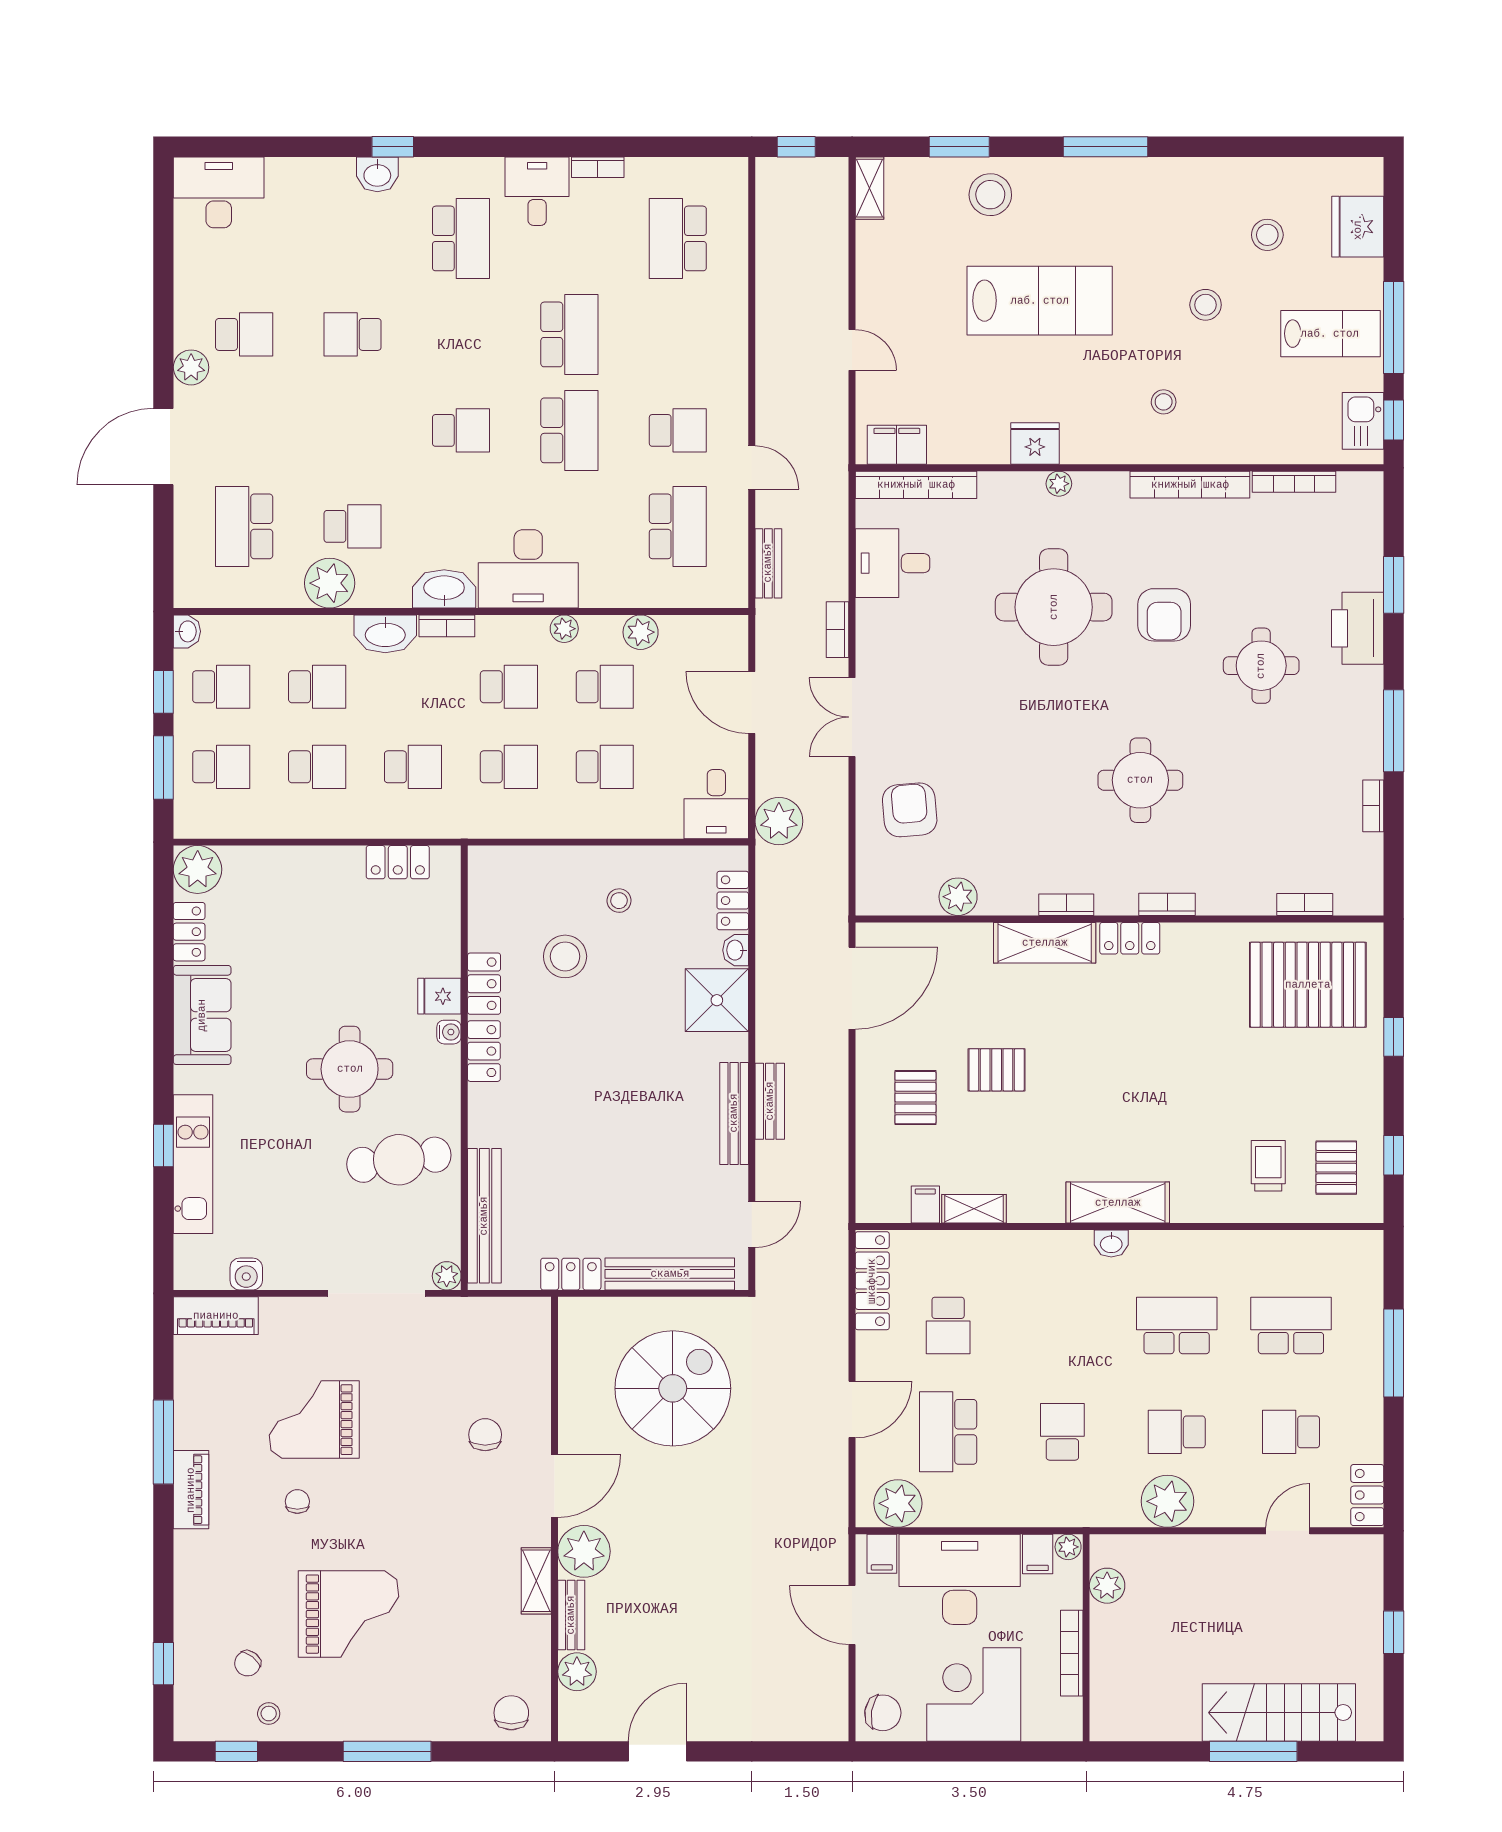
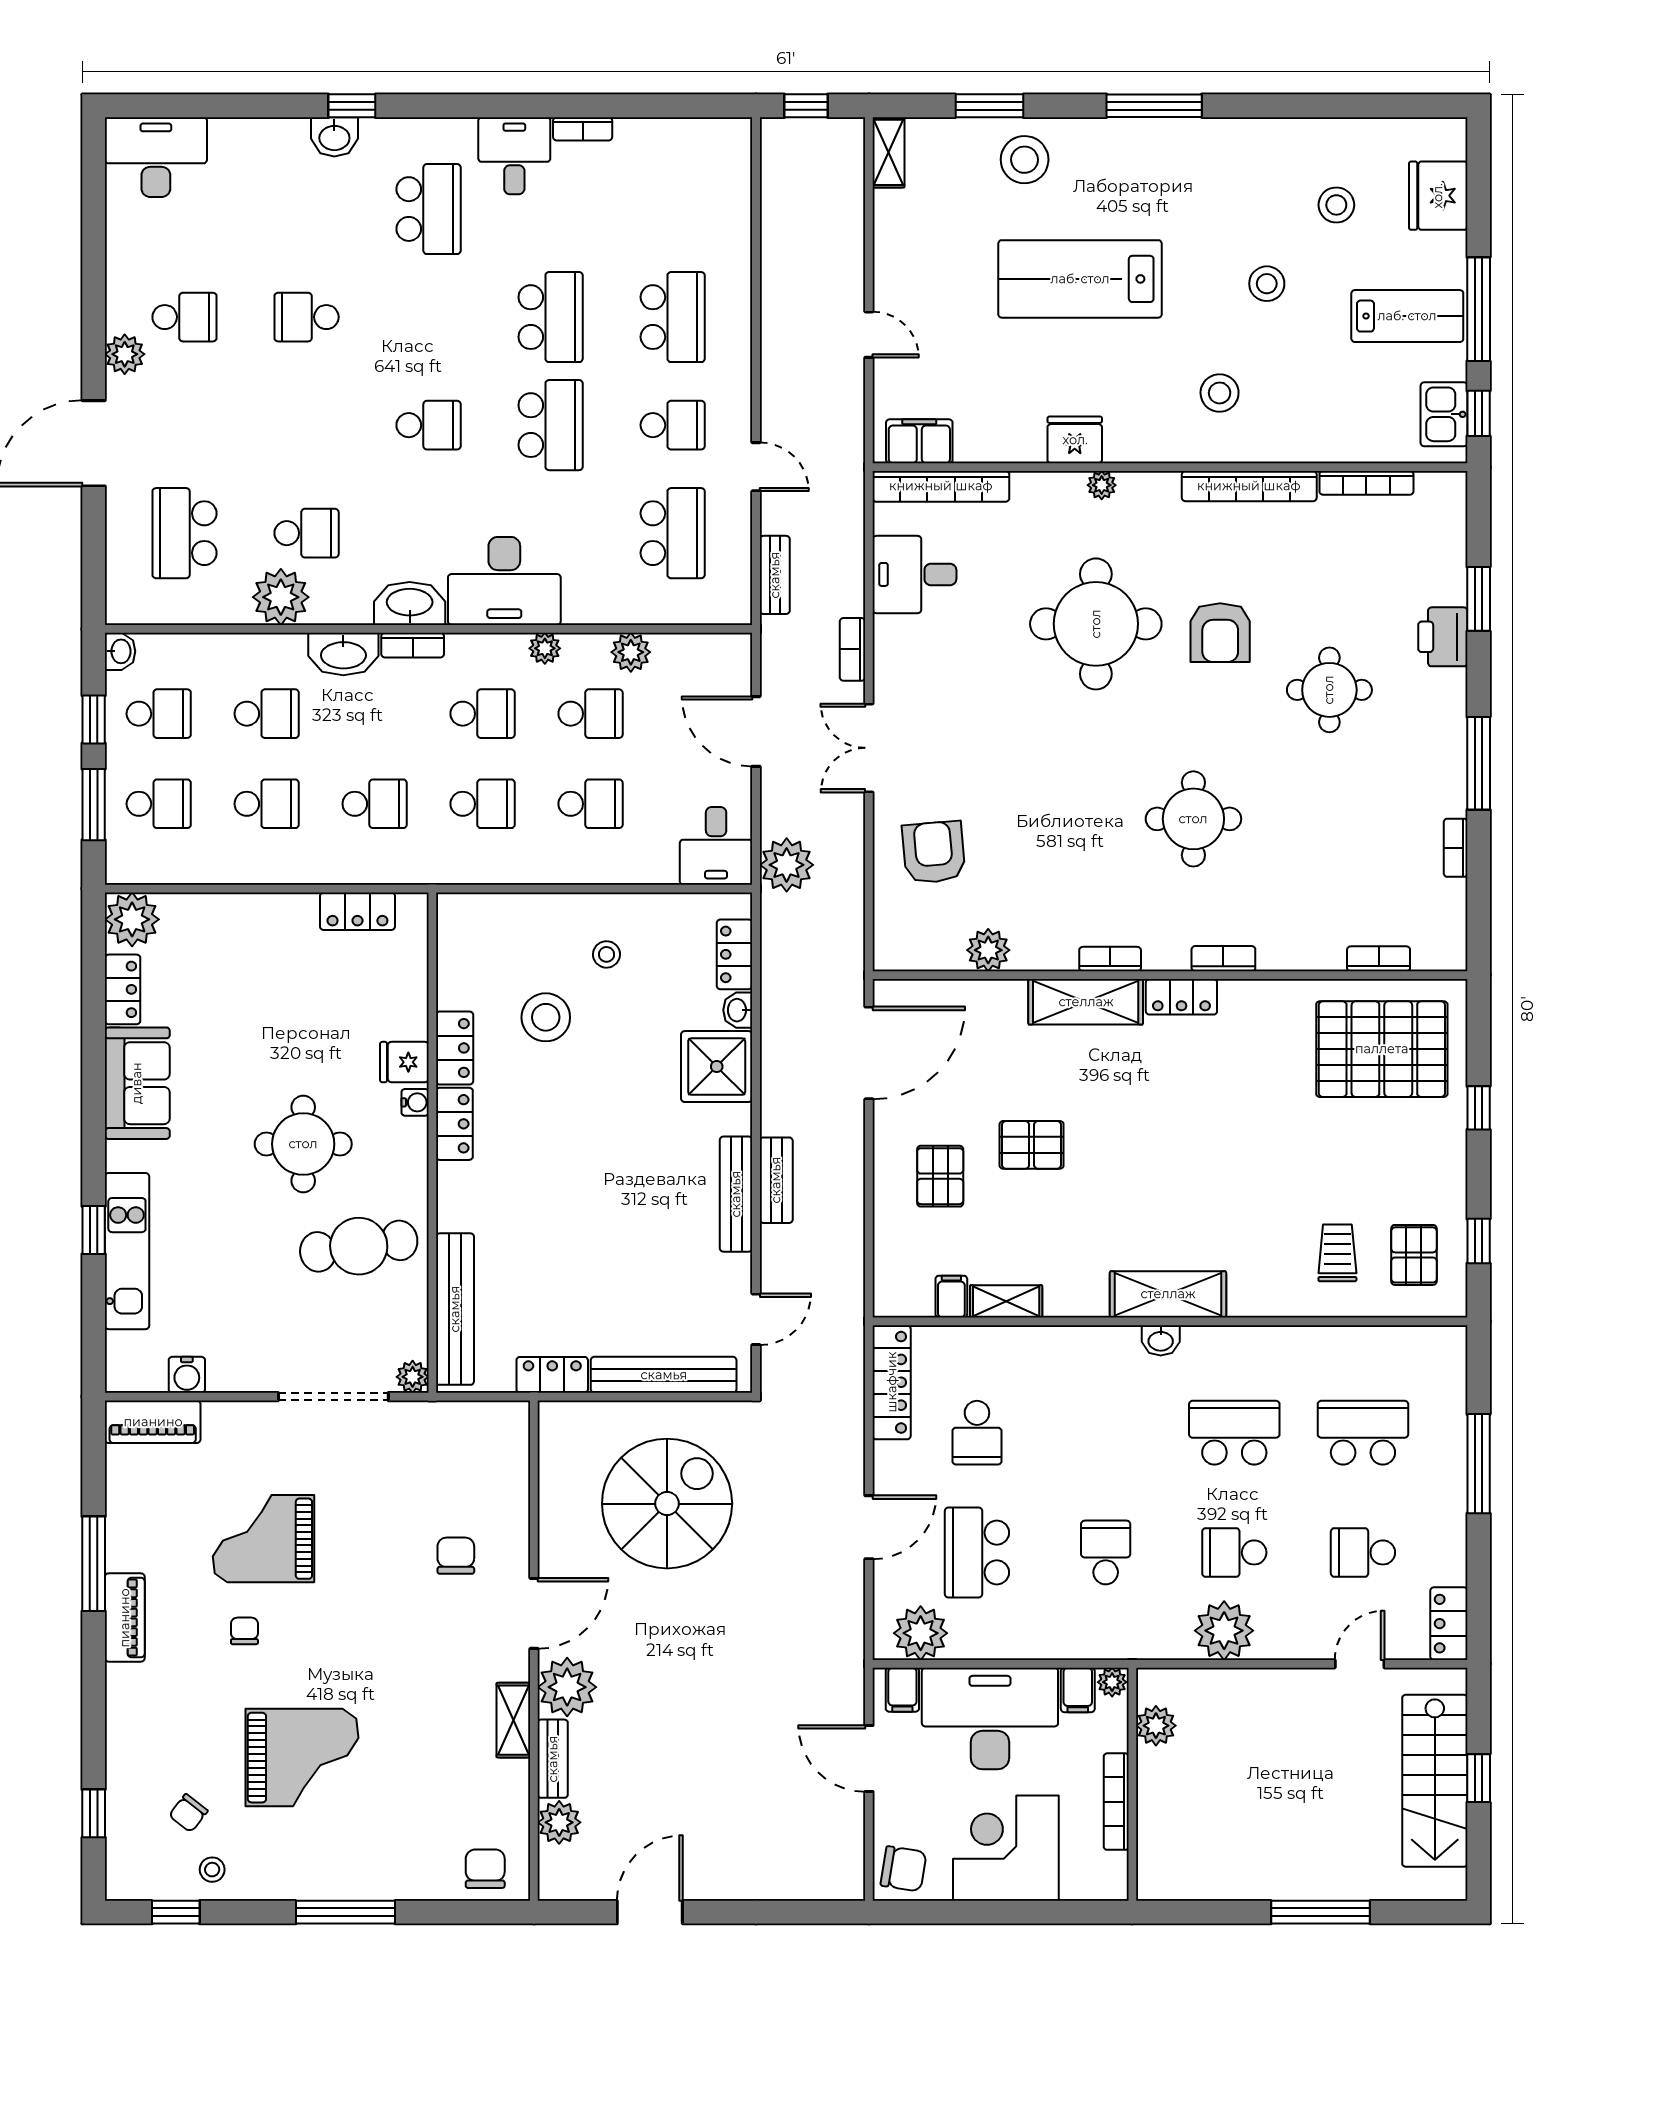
school desk: (678, 238) -> (673, 317), moved, turned 180
lab bench: (1040, 301) -> (1080, 279), turned 180
stool: (1164, 402) -> (1220, 393), width x1.37, depth x1.37
printer: (1358, 628) -> (1443, 637), width x0.73, depth x0.84
stairs: (1279, 1713) -> (1435, 1781), moved, turned -90

